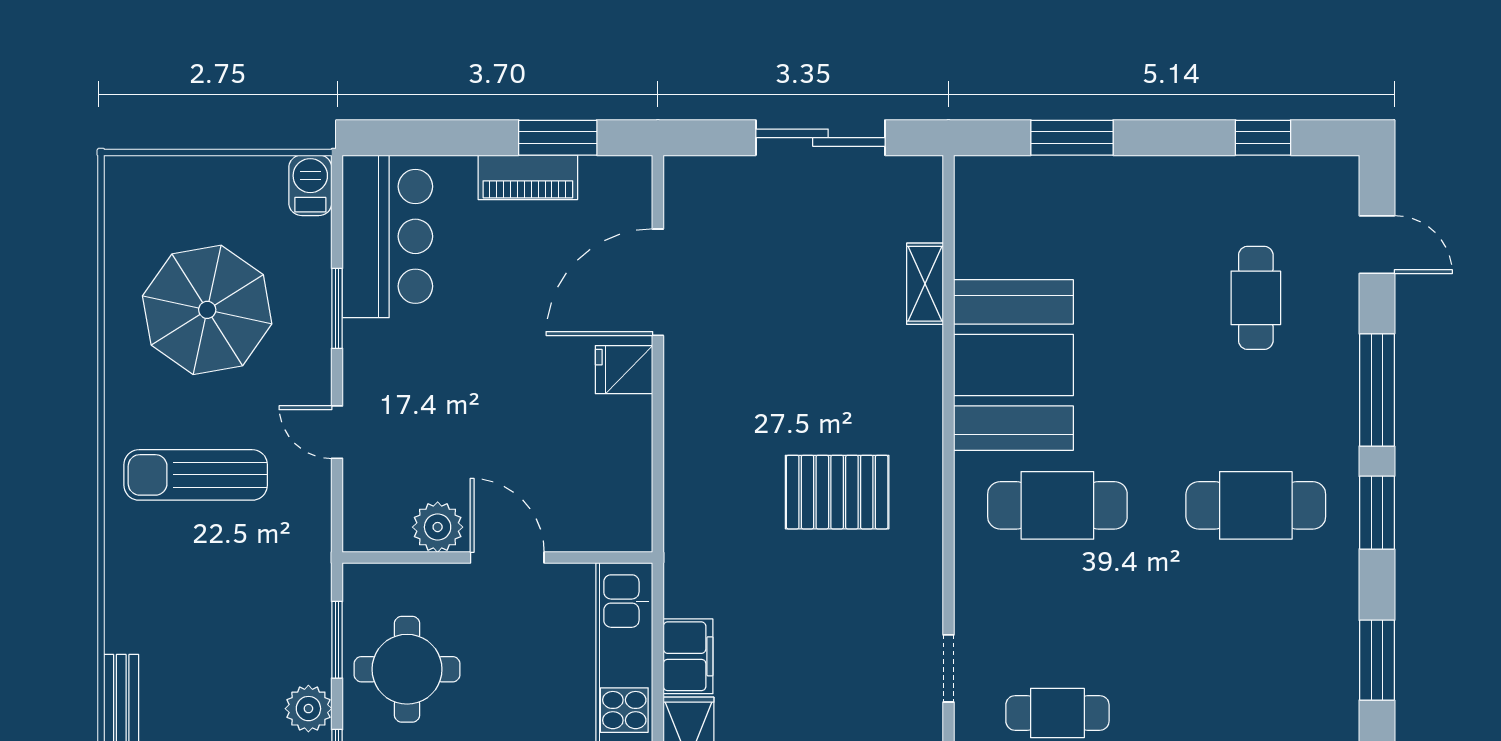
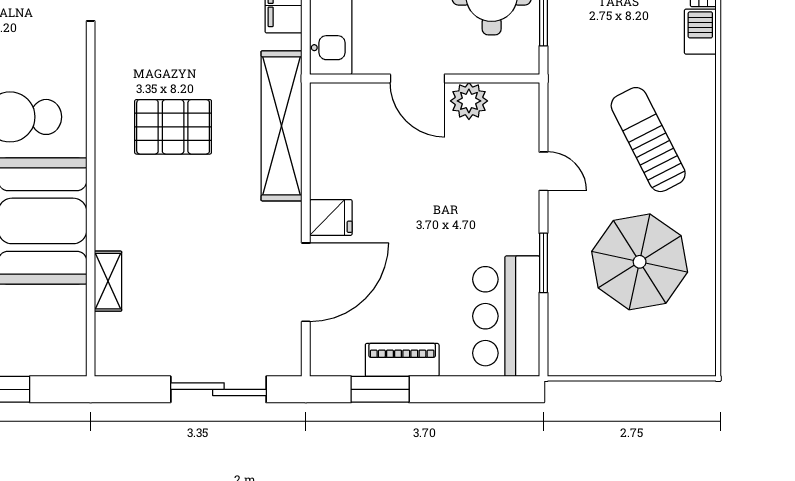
sliding door: (820, 138) -> (218, 389), moved
barbecue: (310, 185) -> (700, 32), moved, turned 180
sun lounger: (196, 475) -> (648, 140), turned -117
shelving: (691, 493) -> (281, 126), added

